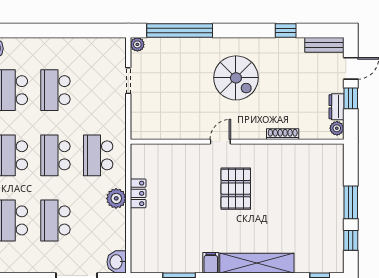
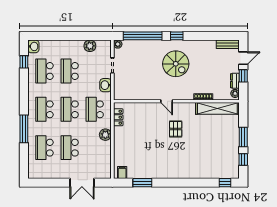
window: (286, 31) -> (177, 36), moved
plant: (90, 47) -> (90, 46), added
door: (220, 142) -> (167, 101), swing flipped
pallet: (236, 189) -> (176, 129), width x0.67, depth x0.71
locker: (138, 193) -> (118, 117), moved
washbasin: (117, 262) -> (106, 85), moved
filing cabinet: (211, 263) -> (122, 173), moved
shelving: (257, 263) -> (217, 108), moved

